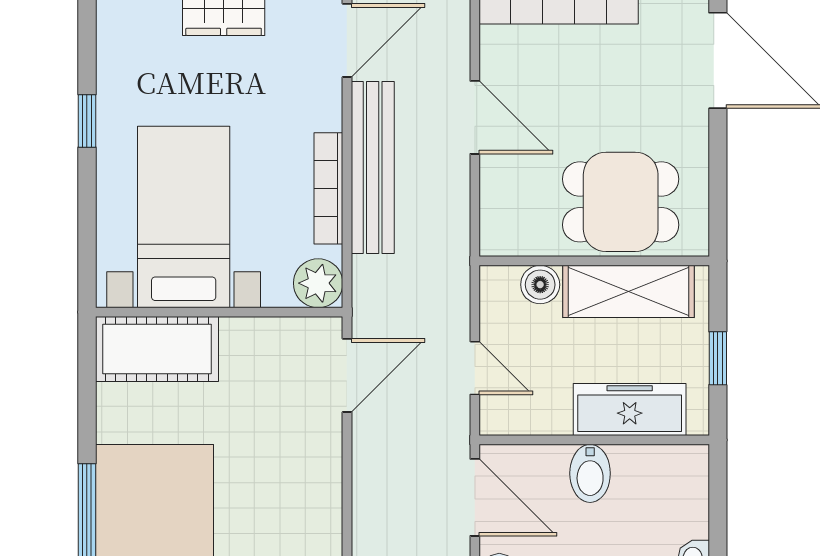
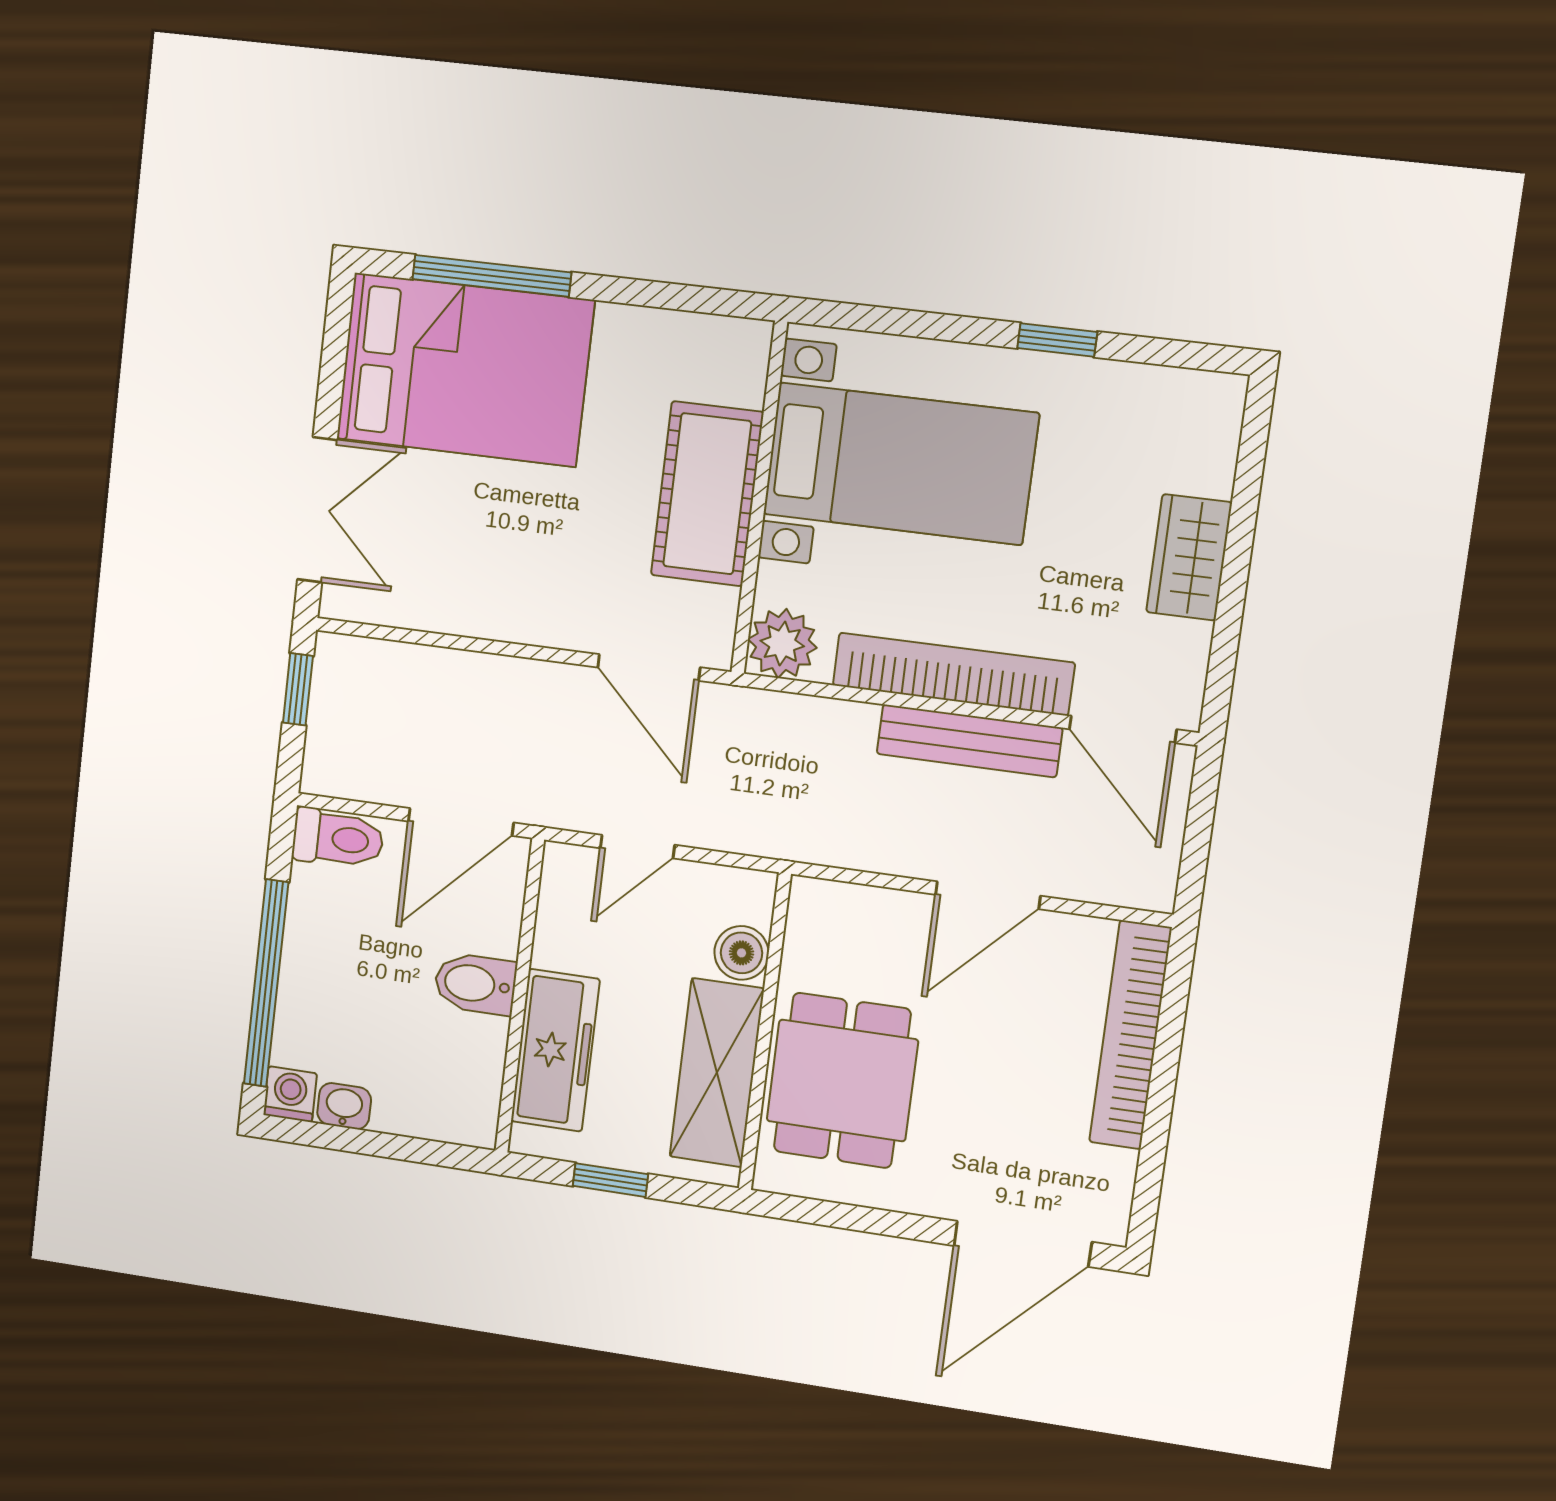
bench: (373, 167) -> (969, 741), width x0.73, depth x0.82
bookcase: (328, 188) -> (953, 674), width x1.48, depth x1.31
cot: (157, 349) -> (707, 494), moved

